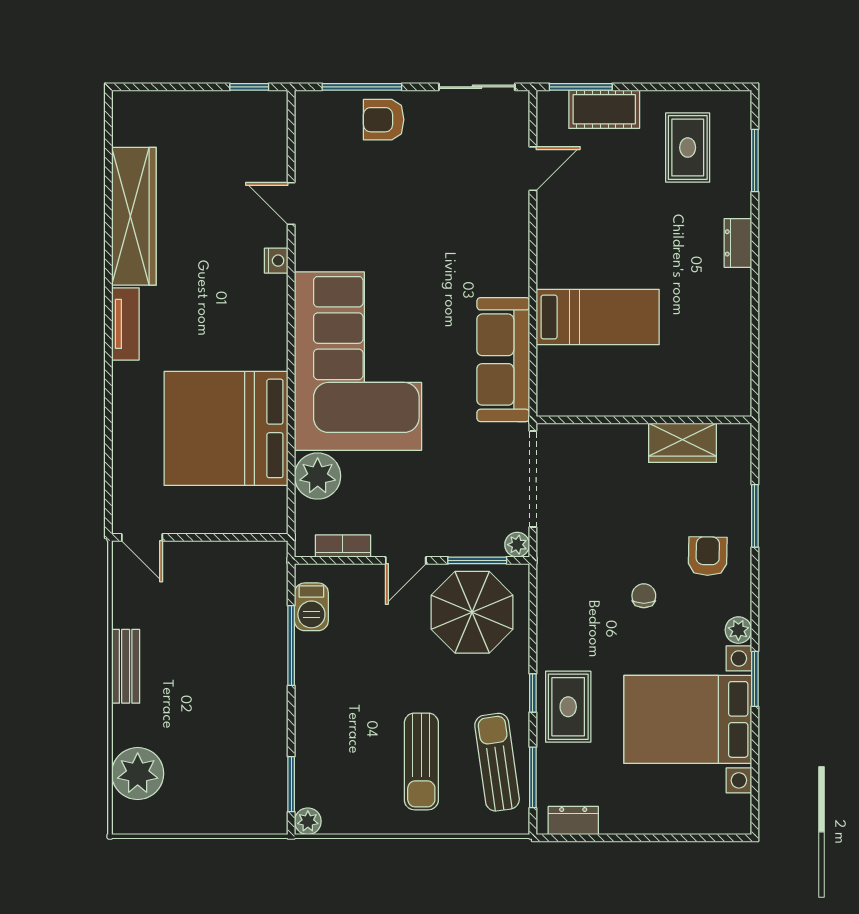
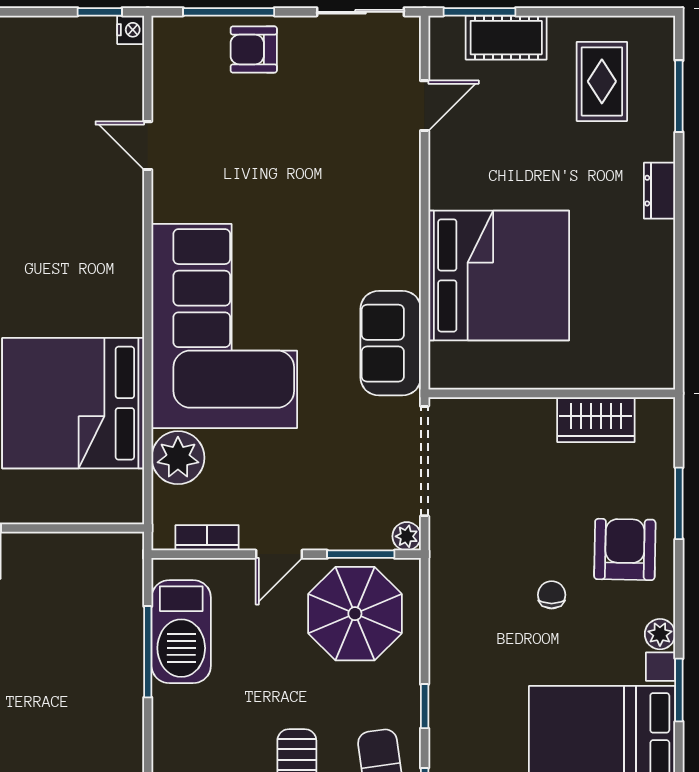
nightstand: (276, 261) -> (131, 30), moved
bed: (598, 317) -> (499, 275), width x2.04
sofa: (503, 360) -> (391, 343), width x0.73
armchair: (708, 556) -> (625, 549), width x1.38, depth x1.38
barbecue: (311, 607) -> (181, 632), width x1.88, depth x1.53
rug: (568, 707) -> (465, 722), removed

